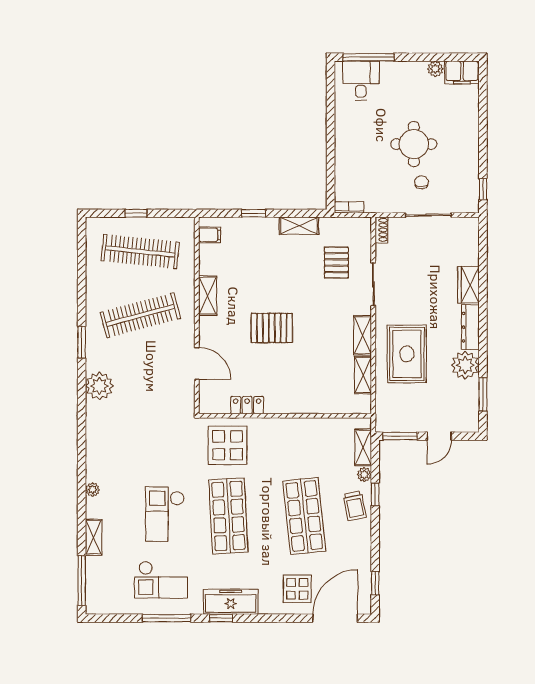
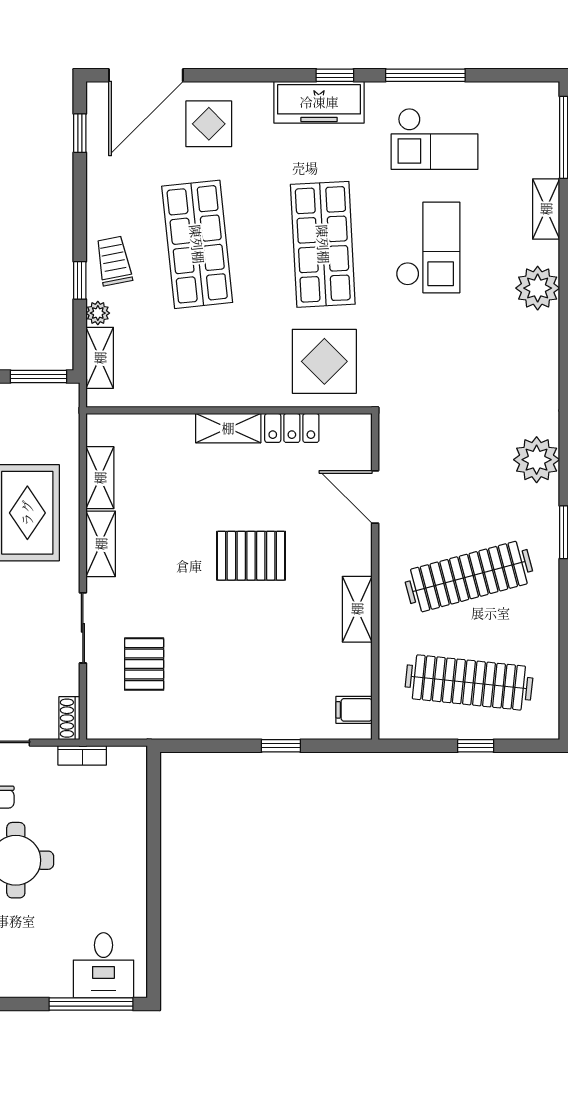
bookcase: (349, 207) -> (82, 755), moved
shelving: (299, 226) -> (228, 428), moved
plant: (92, 490) -> (538, 288), width x1.88, depth x1.88
checkout: (161, 580) -> (435, 139), turned 180

